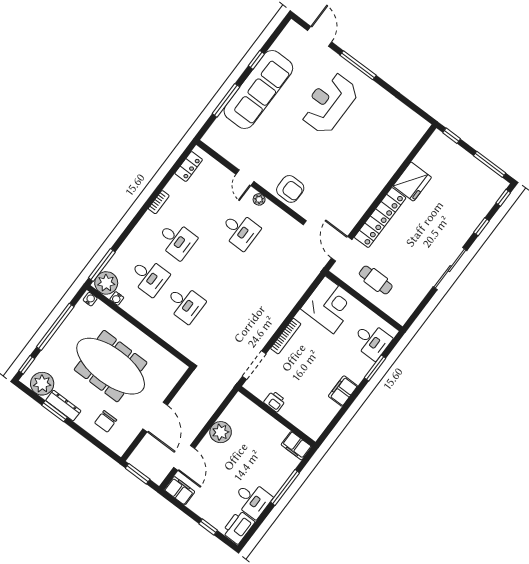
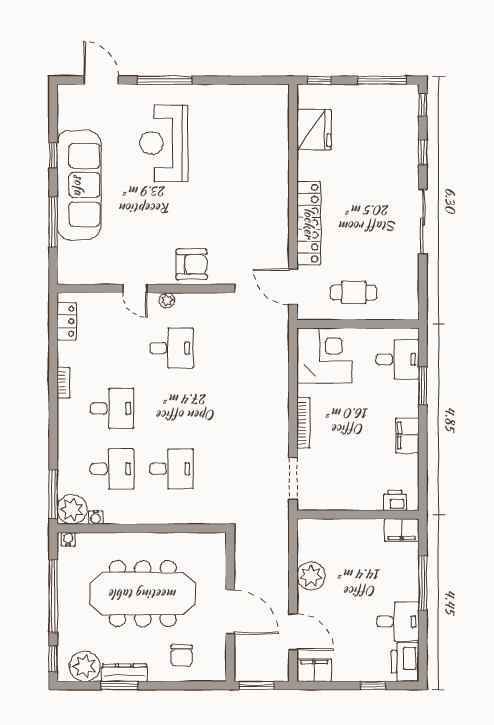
fridge: (412, 182) -> (314, 130), moved
printer: (275, 401) -> (395, 500), moved

